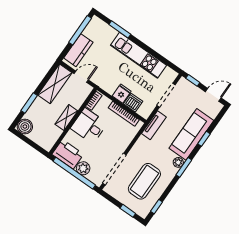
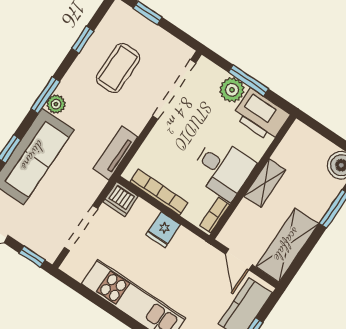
door: (81, 77) -> (239, 259), hinge flipped
dishwasher: (133, 103) -> (121, 199), moved
tv unit: (154, 125) -> (115, 153), moved
window: (74, 173) -> (248, 80), width x0.47
coffee table: (144, 181) -> (118, 68), width x0.73, depth x0.76
window: (156, 207) -> (83, 40), moved

